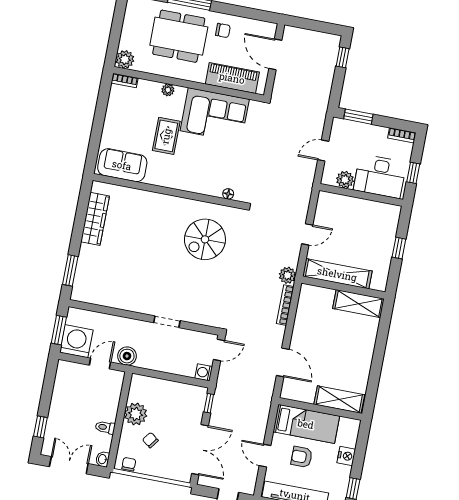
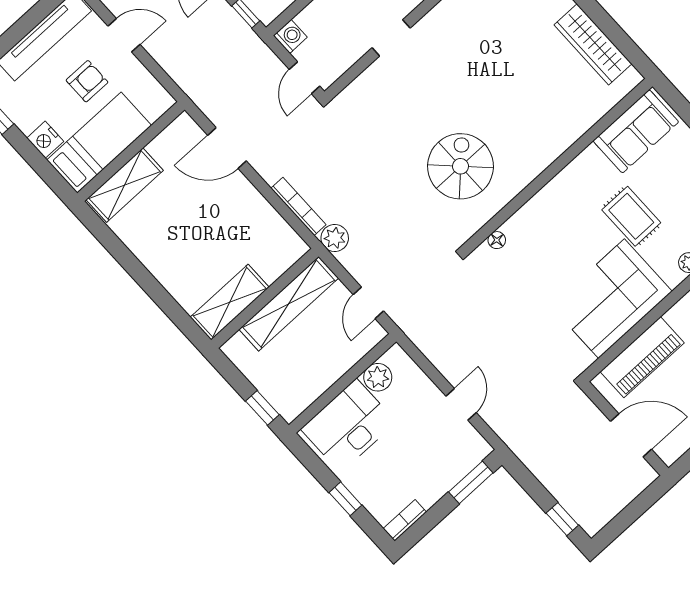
desk: (380, 176) -> (349, 426), moved
plant: (345, 180) -> (378, 377), moved
wall: (361, 195) -> (343, 383), moved
bed: (306, 424) -> (99, 143), moved, turned 180

